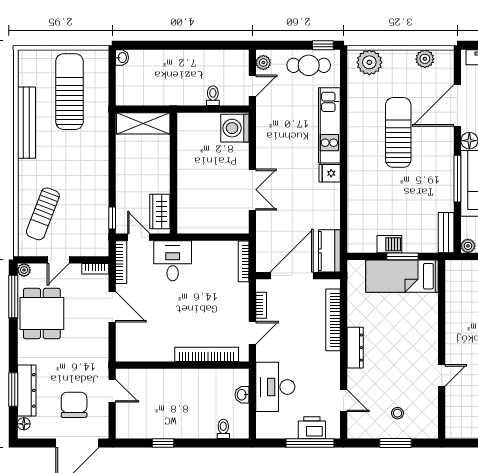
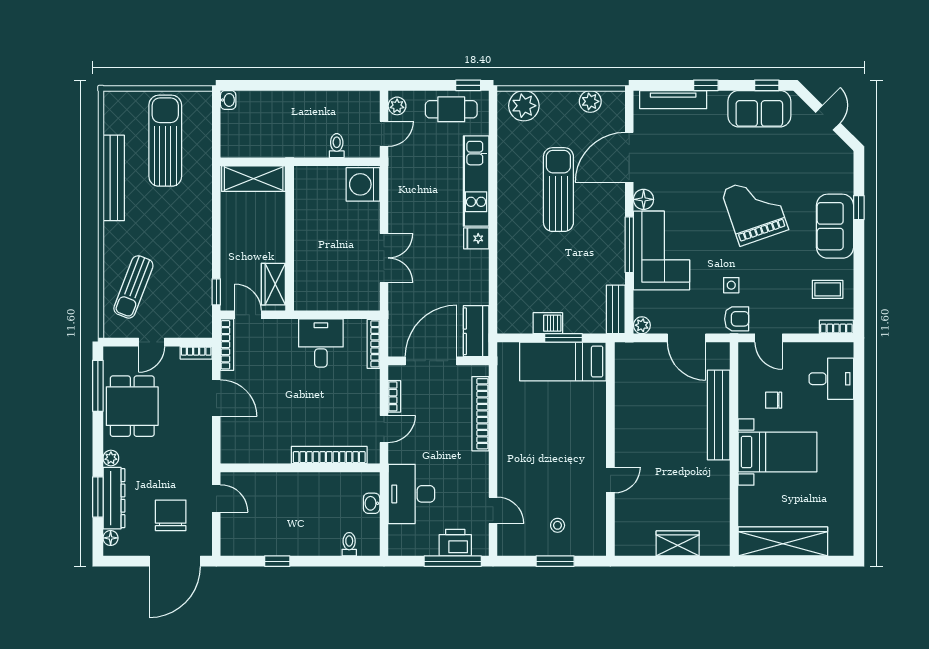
desk: (173, 261) -> (321, 343), moved
plant: (24, 270) -> (111, 458), moved
dresser: (355, 348) -> (507, 447), removed

